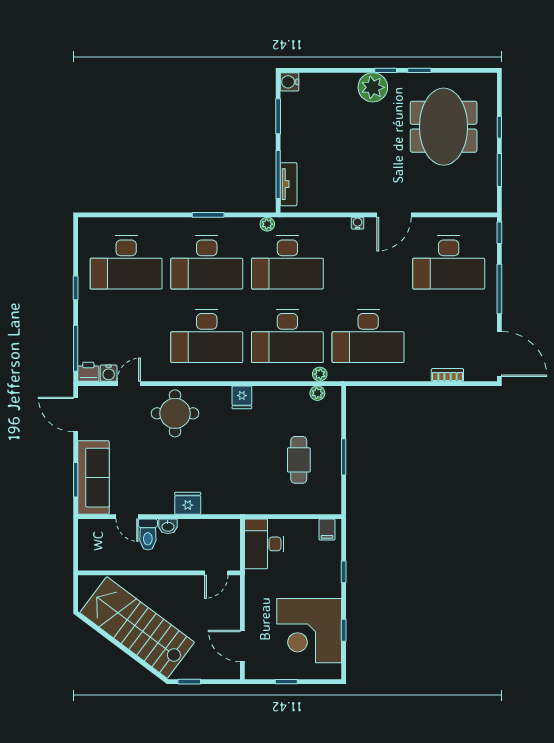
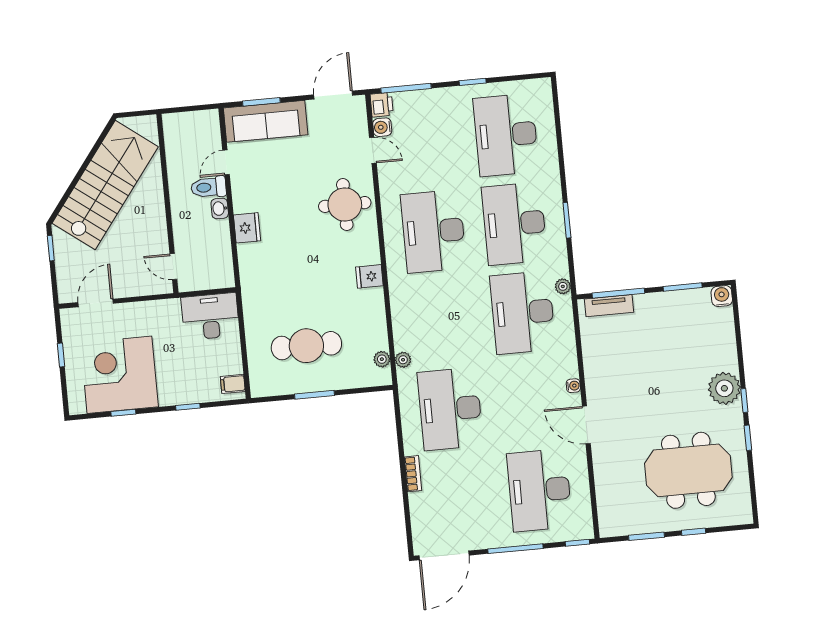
desk: (287, 336) -> (442, 320), removed
bookcase: (447, 375) -> (413, 474), moved
cafe table: (299, 460) -> (306, 346), width x1.37, depth x1.35

